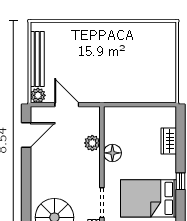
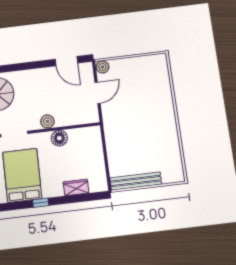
bench: (37, 59) -> (136, 181), moved
plant: (92, 143) -> (47, 121), moved

